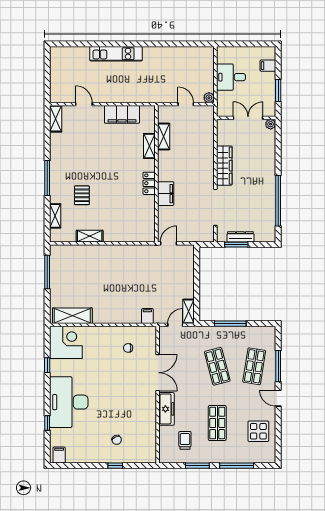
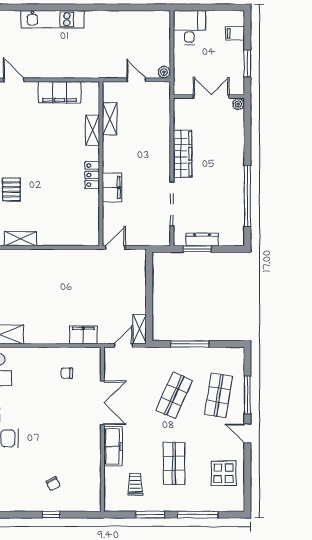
desk: (231, 77) -> (189, 28), moved, turned 90
filing cabinet: (147, 316) -> (83, 335), width x2.00
shop shelf: (217, 366) -> (174, 395), turned 39

